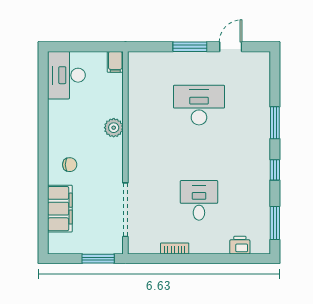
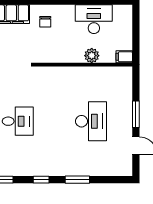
desk: (66, 75) -> (94, 19), moved
plant: (114, 128) -> (92, 56), moved

